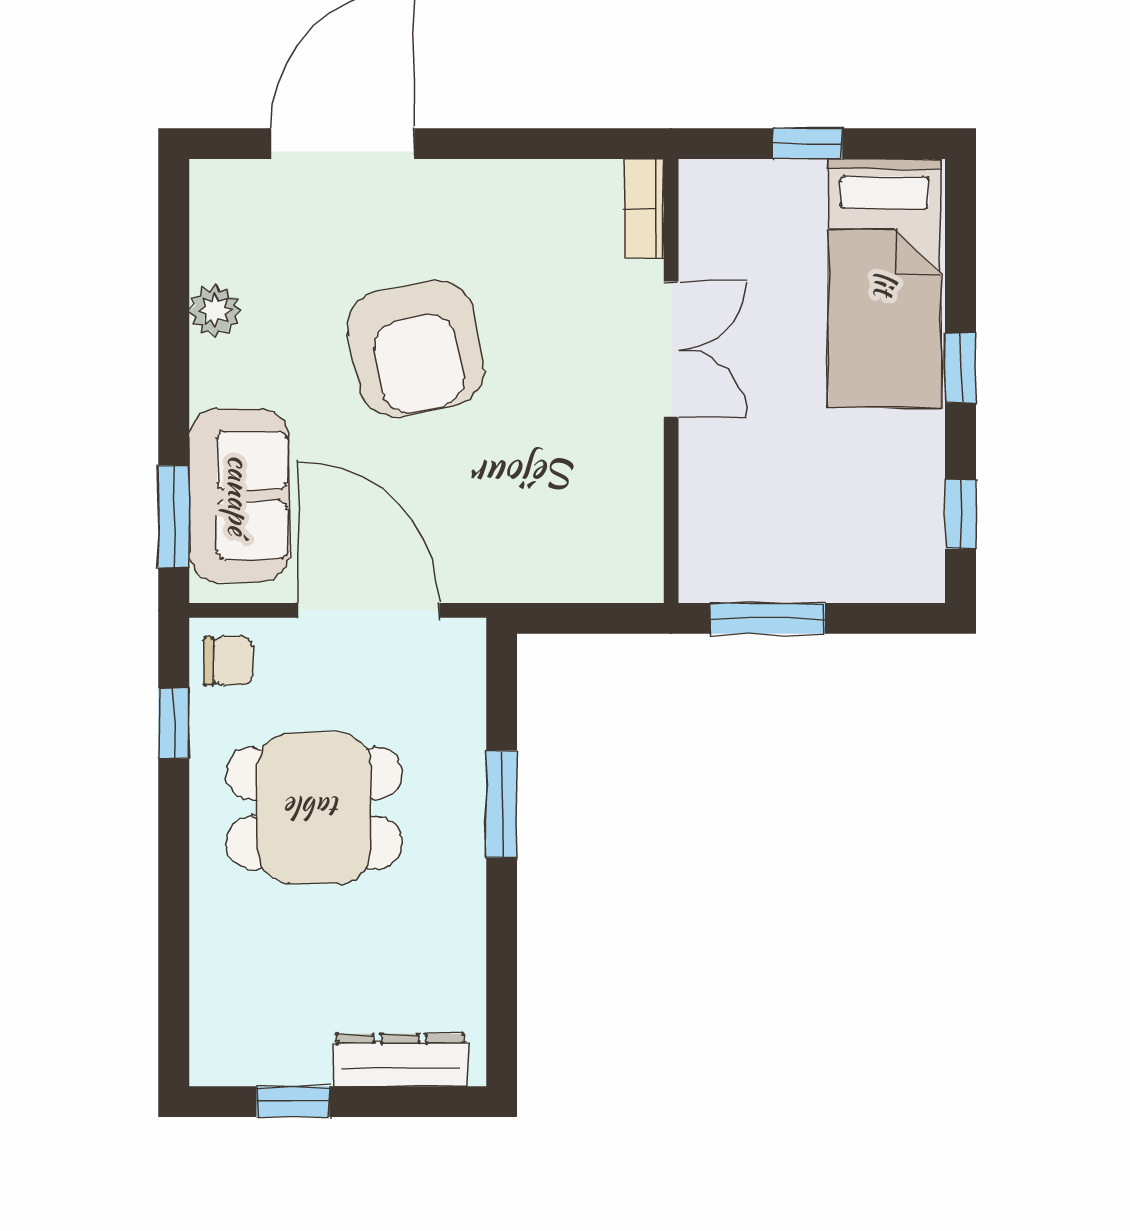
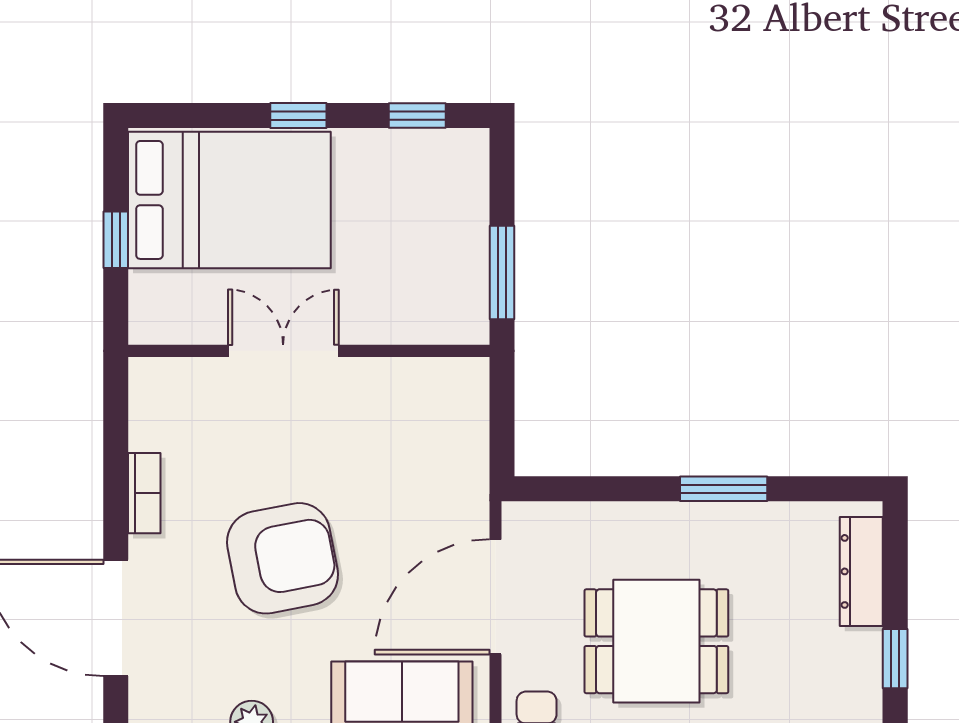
bookcase: (644, 208) -> (144, 493), moved, turned -90
bed: (885, 283) -> (229, 200), width x1.50
window: (502, 804) -> (724, 489), moved
dining table: (314, 808) -> (656, 641), turned 90

